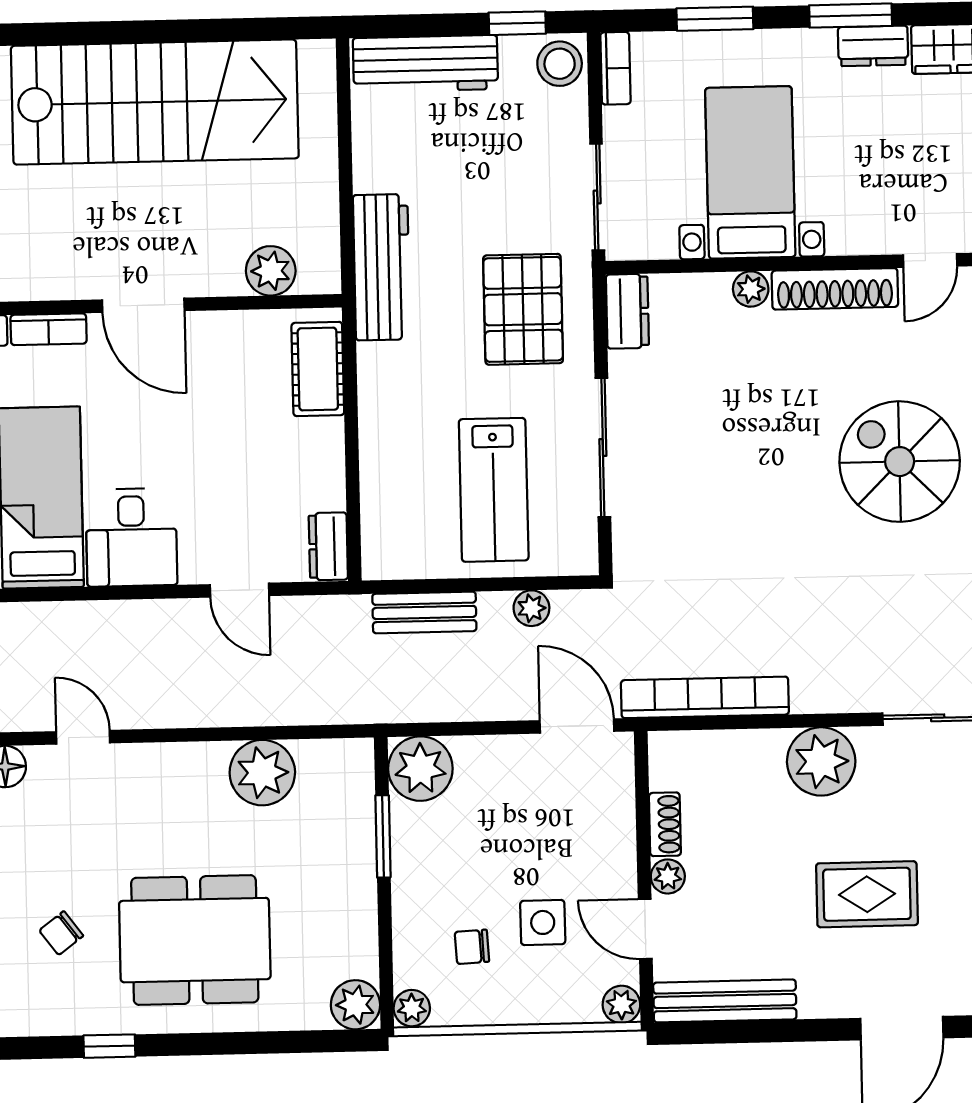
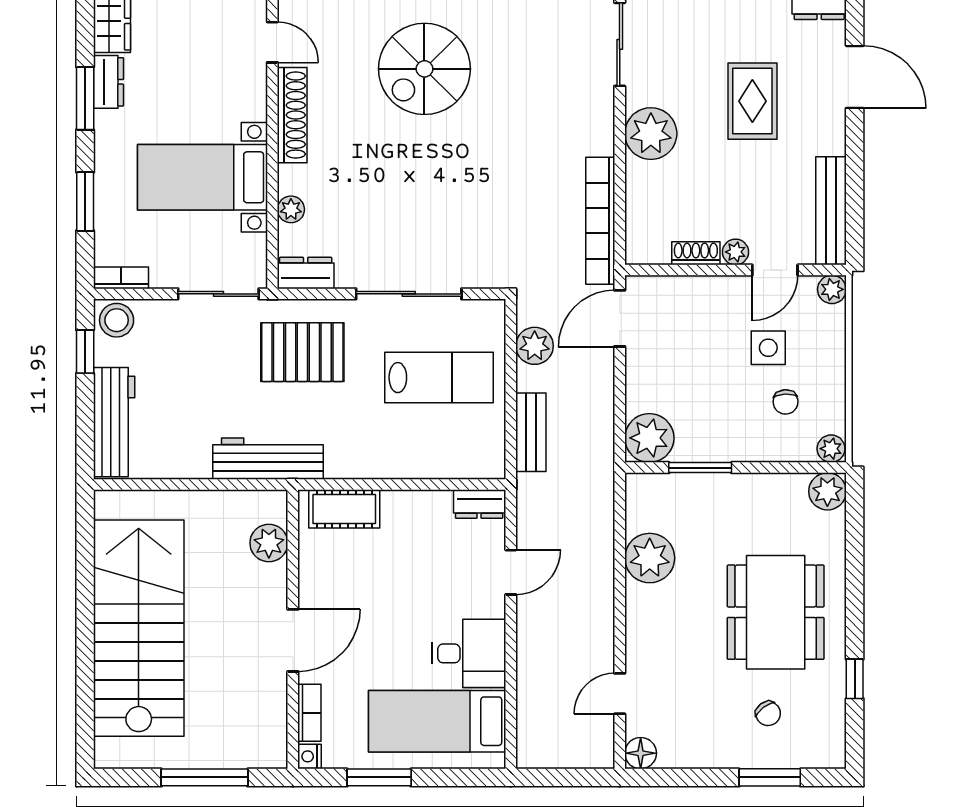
plant: (751, 289) -> (291, 209), moved
plant: (531, 608) -> (535, 346), width x1.38, depth x1.38

